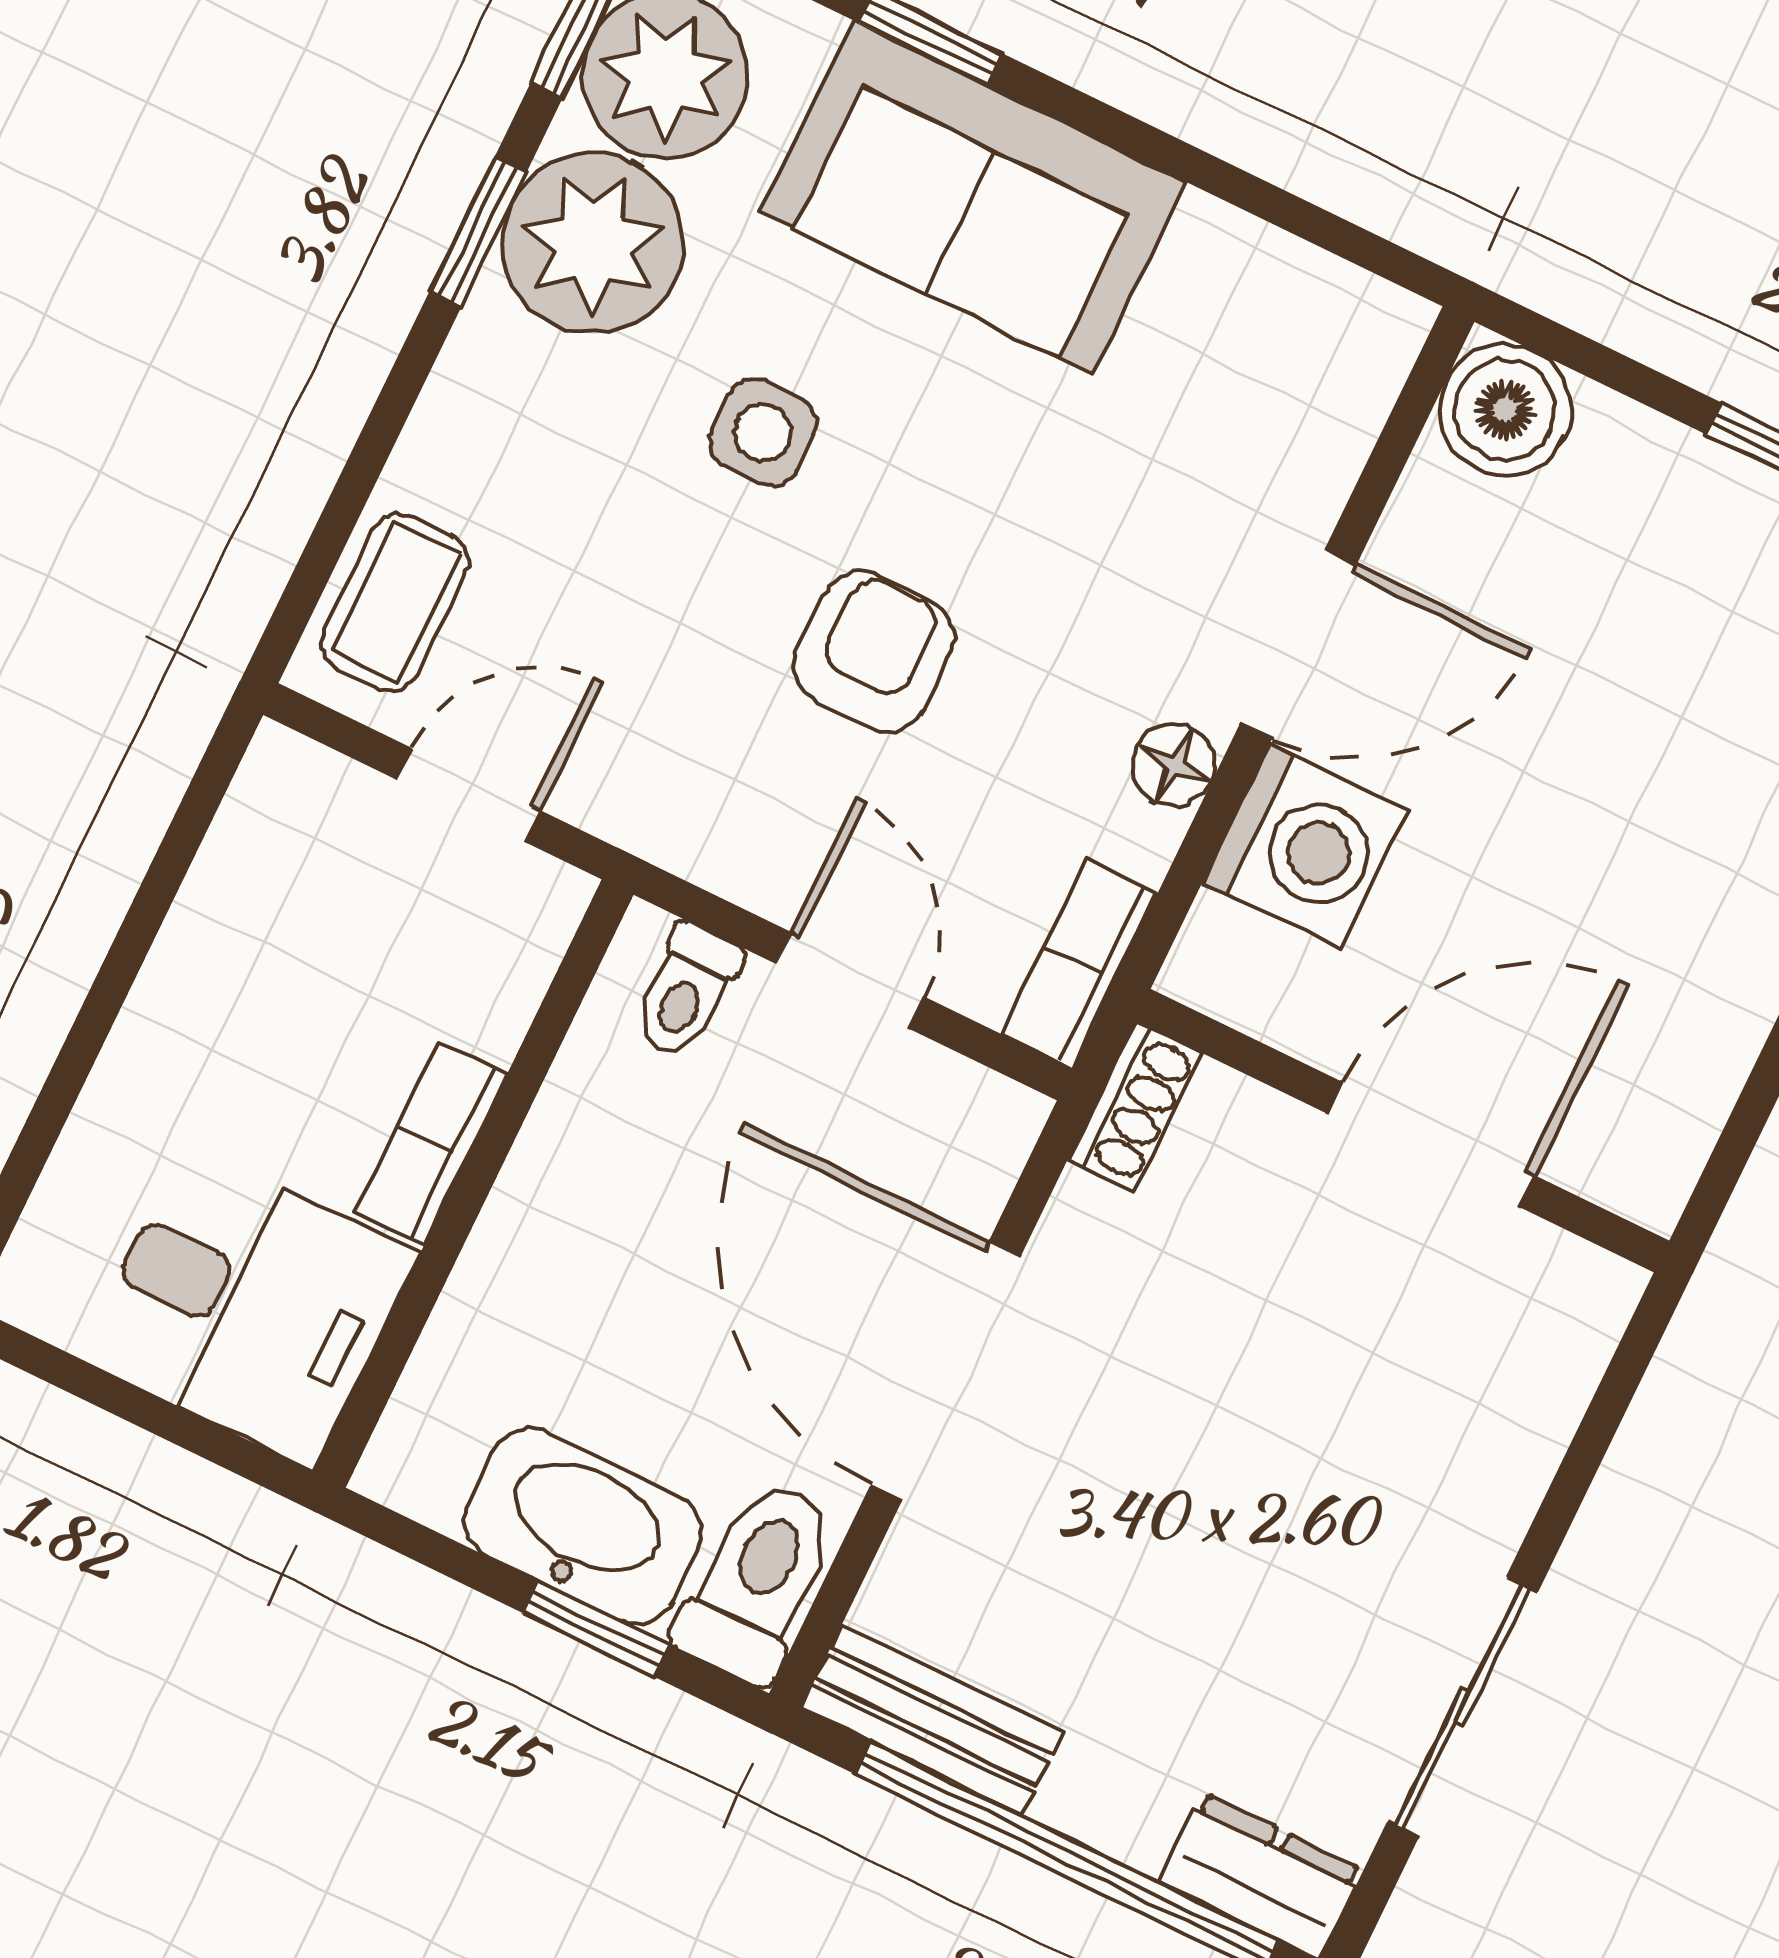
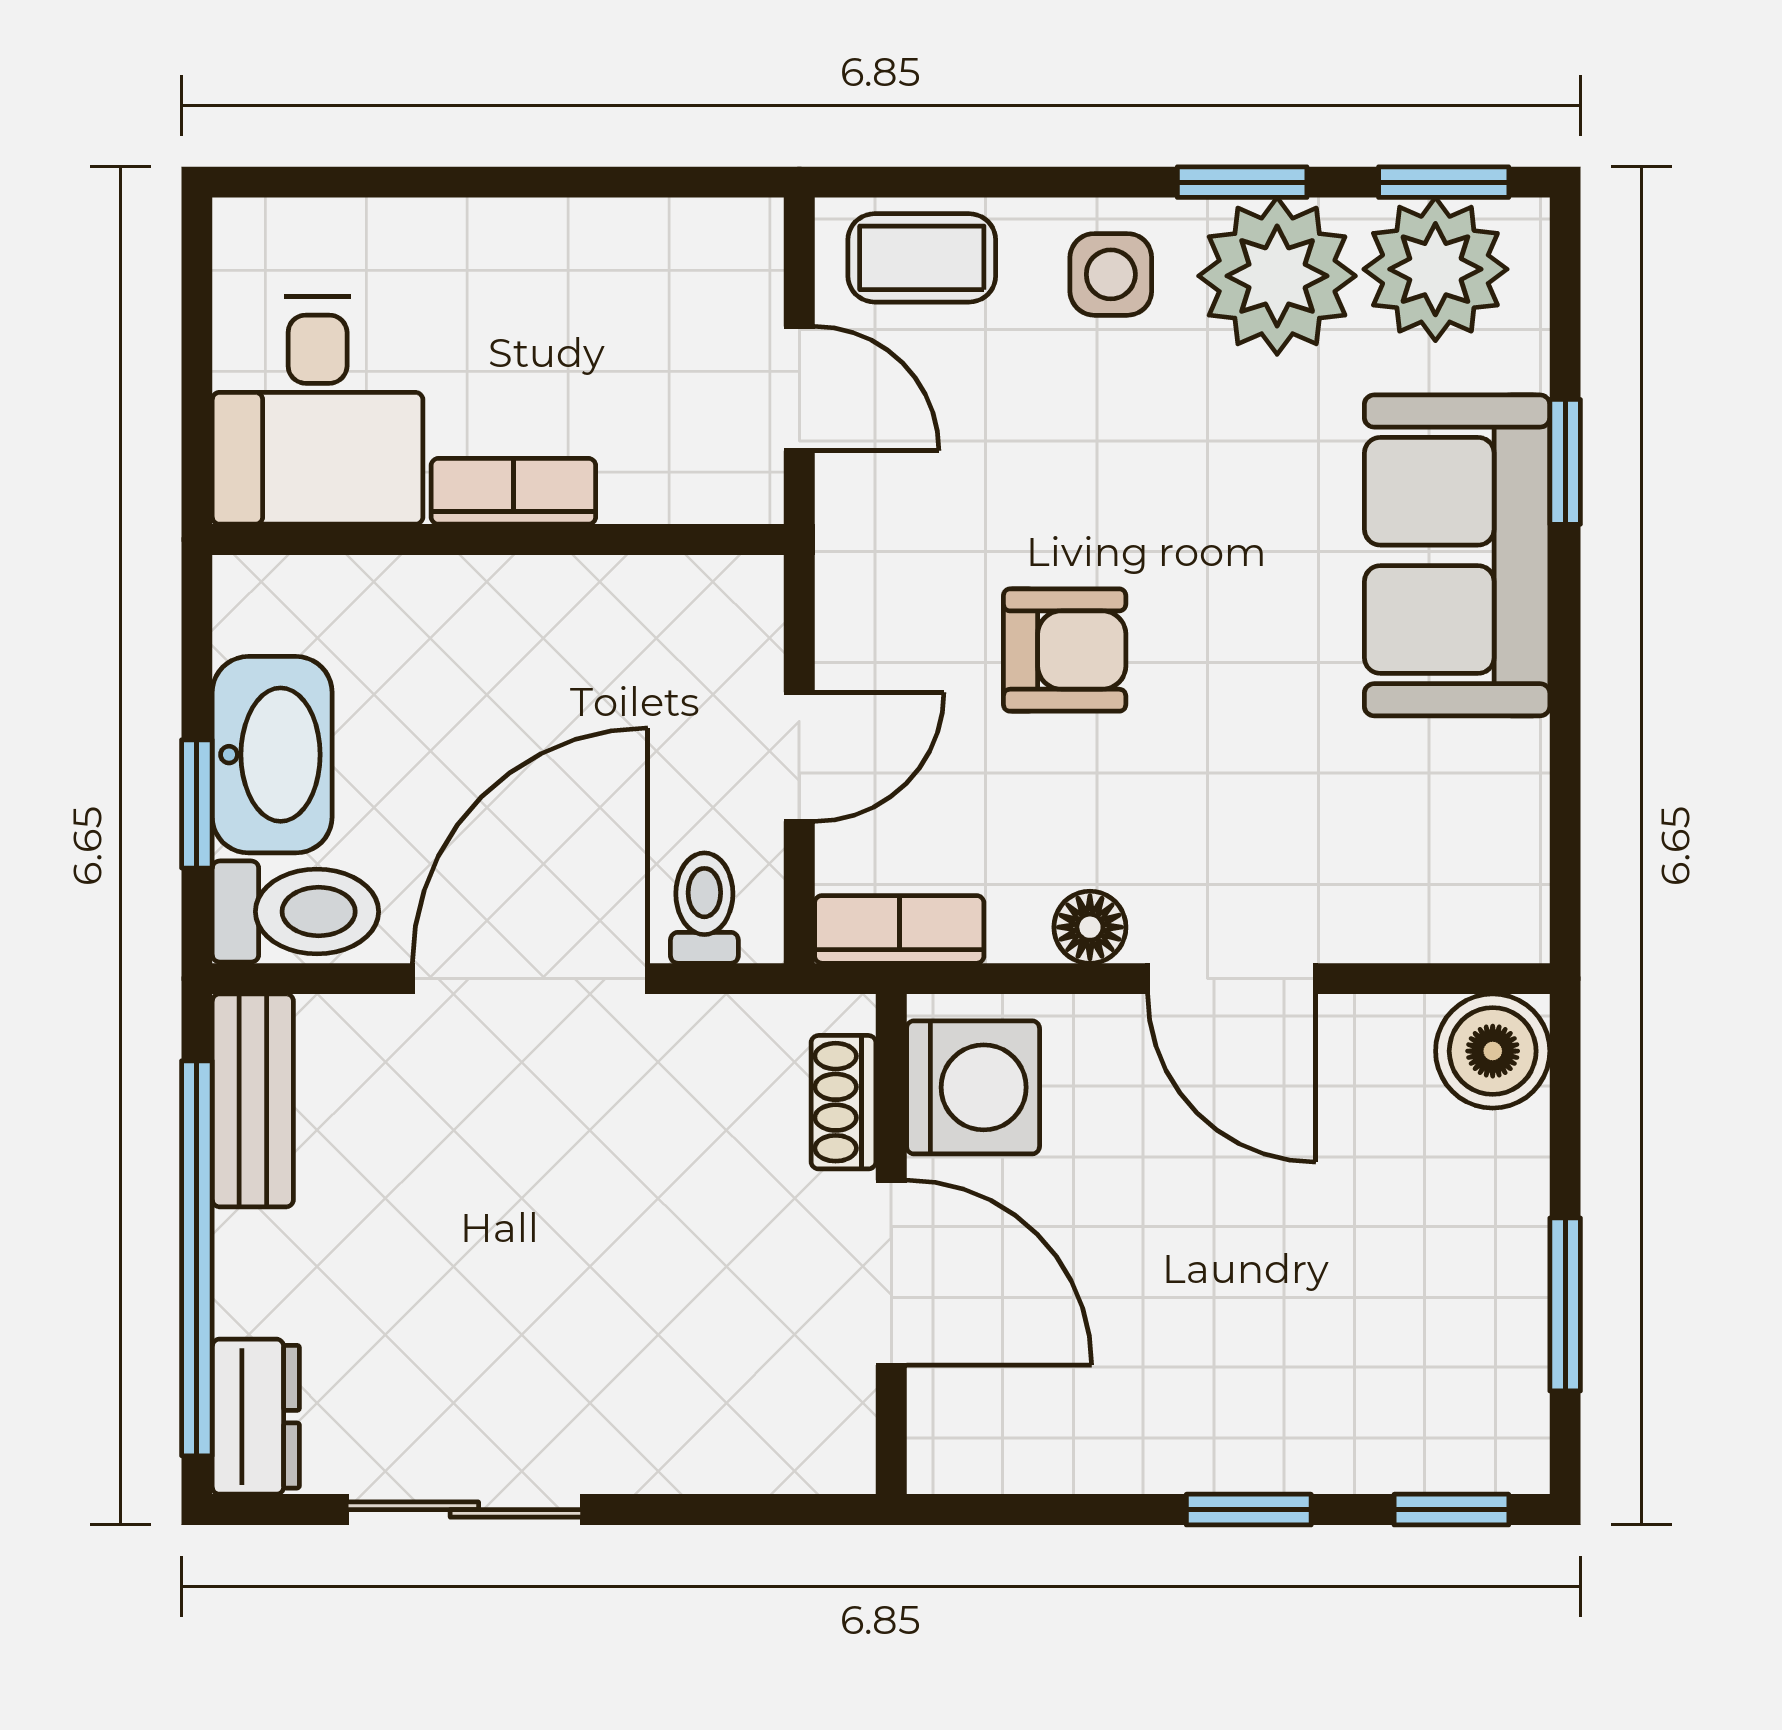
side table: (763, 433) -> (1111, 274), moved
washing machine: (1305, 846) -> (973, 1087), moved, turned -90
toilet: (686, 991) -> (704, 908), moved, turned 90
shoe rack: (1135, 1106) -> (843, 1102), moved, turned 90

